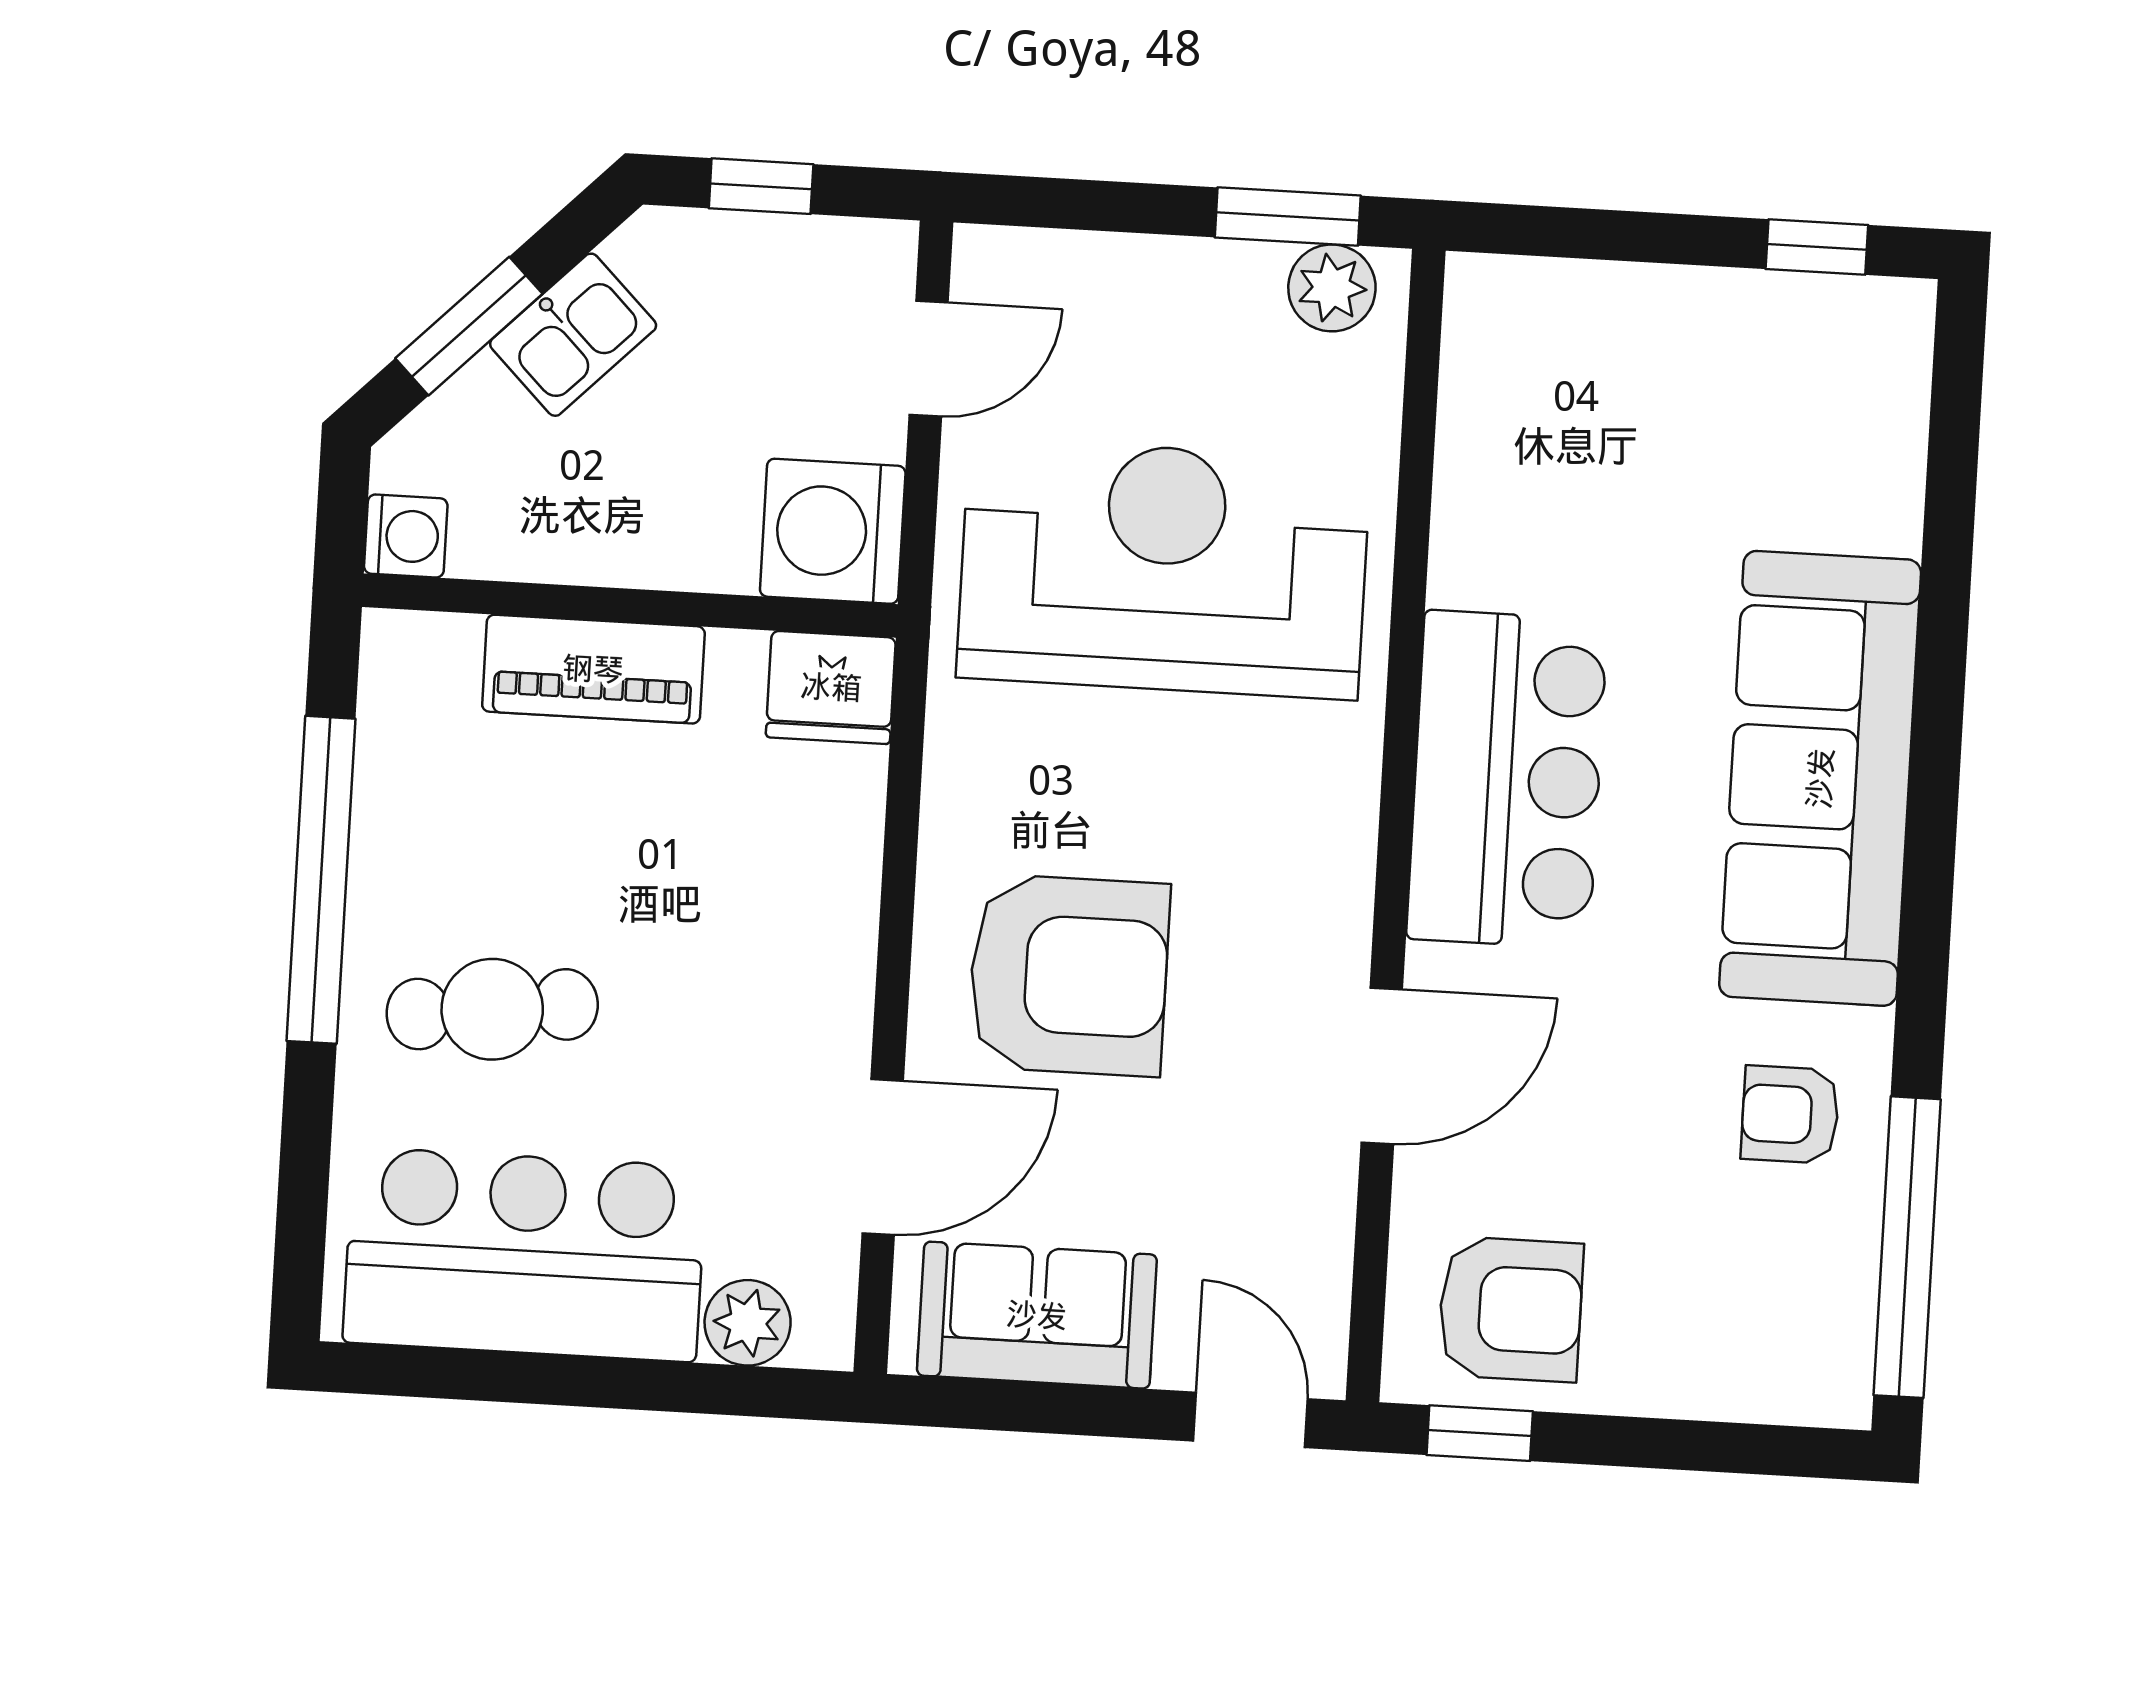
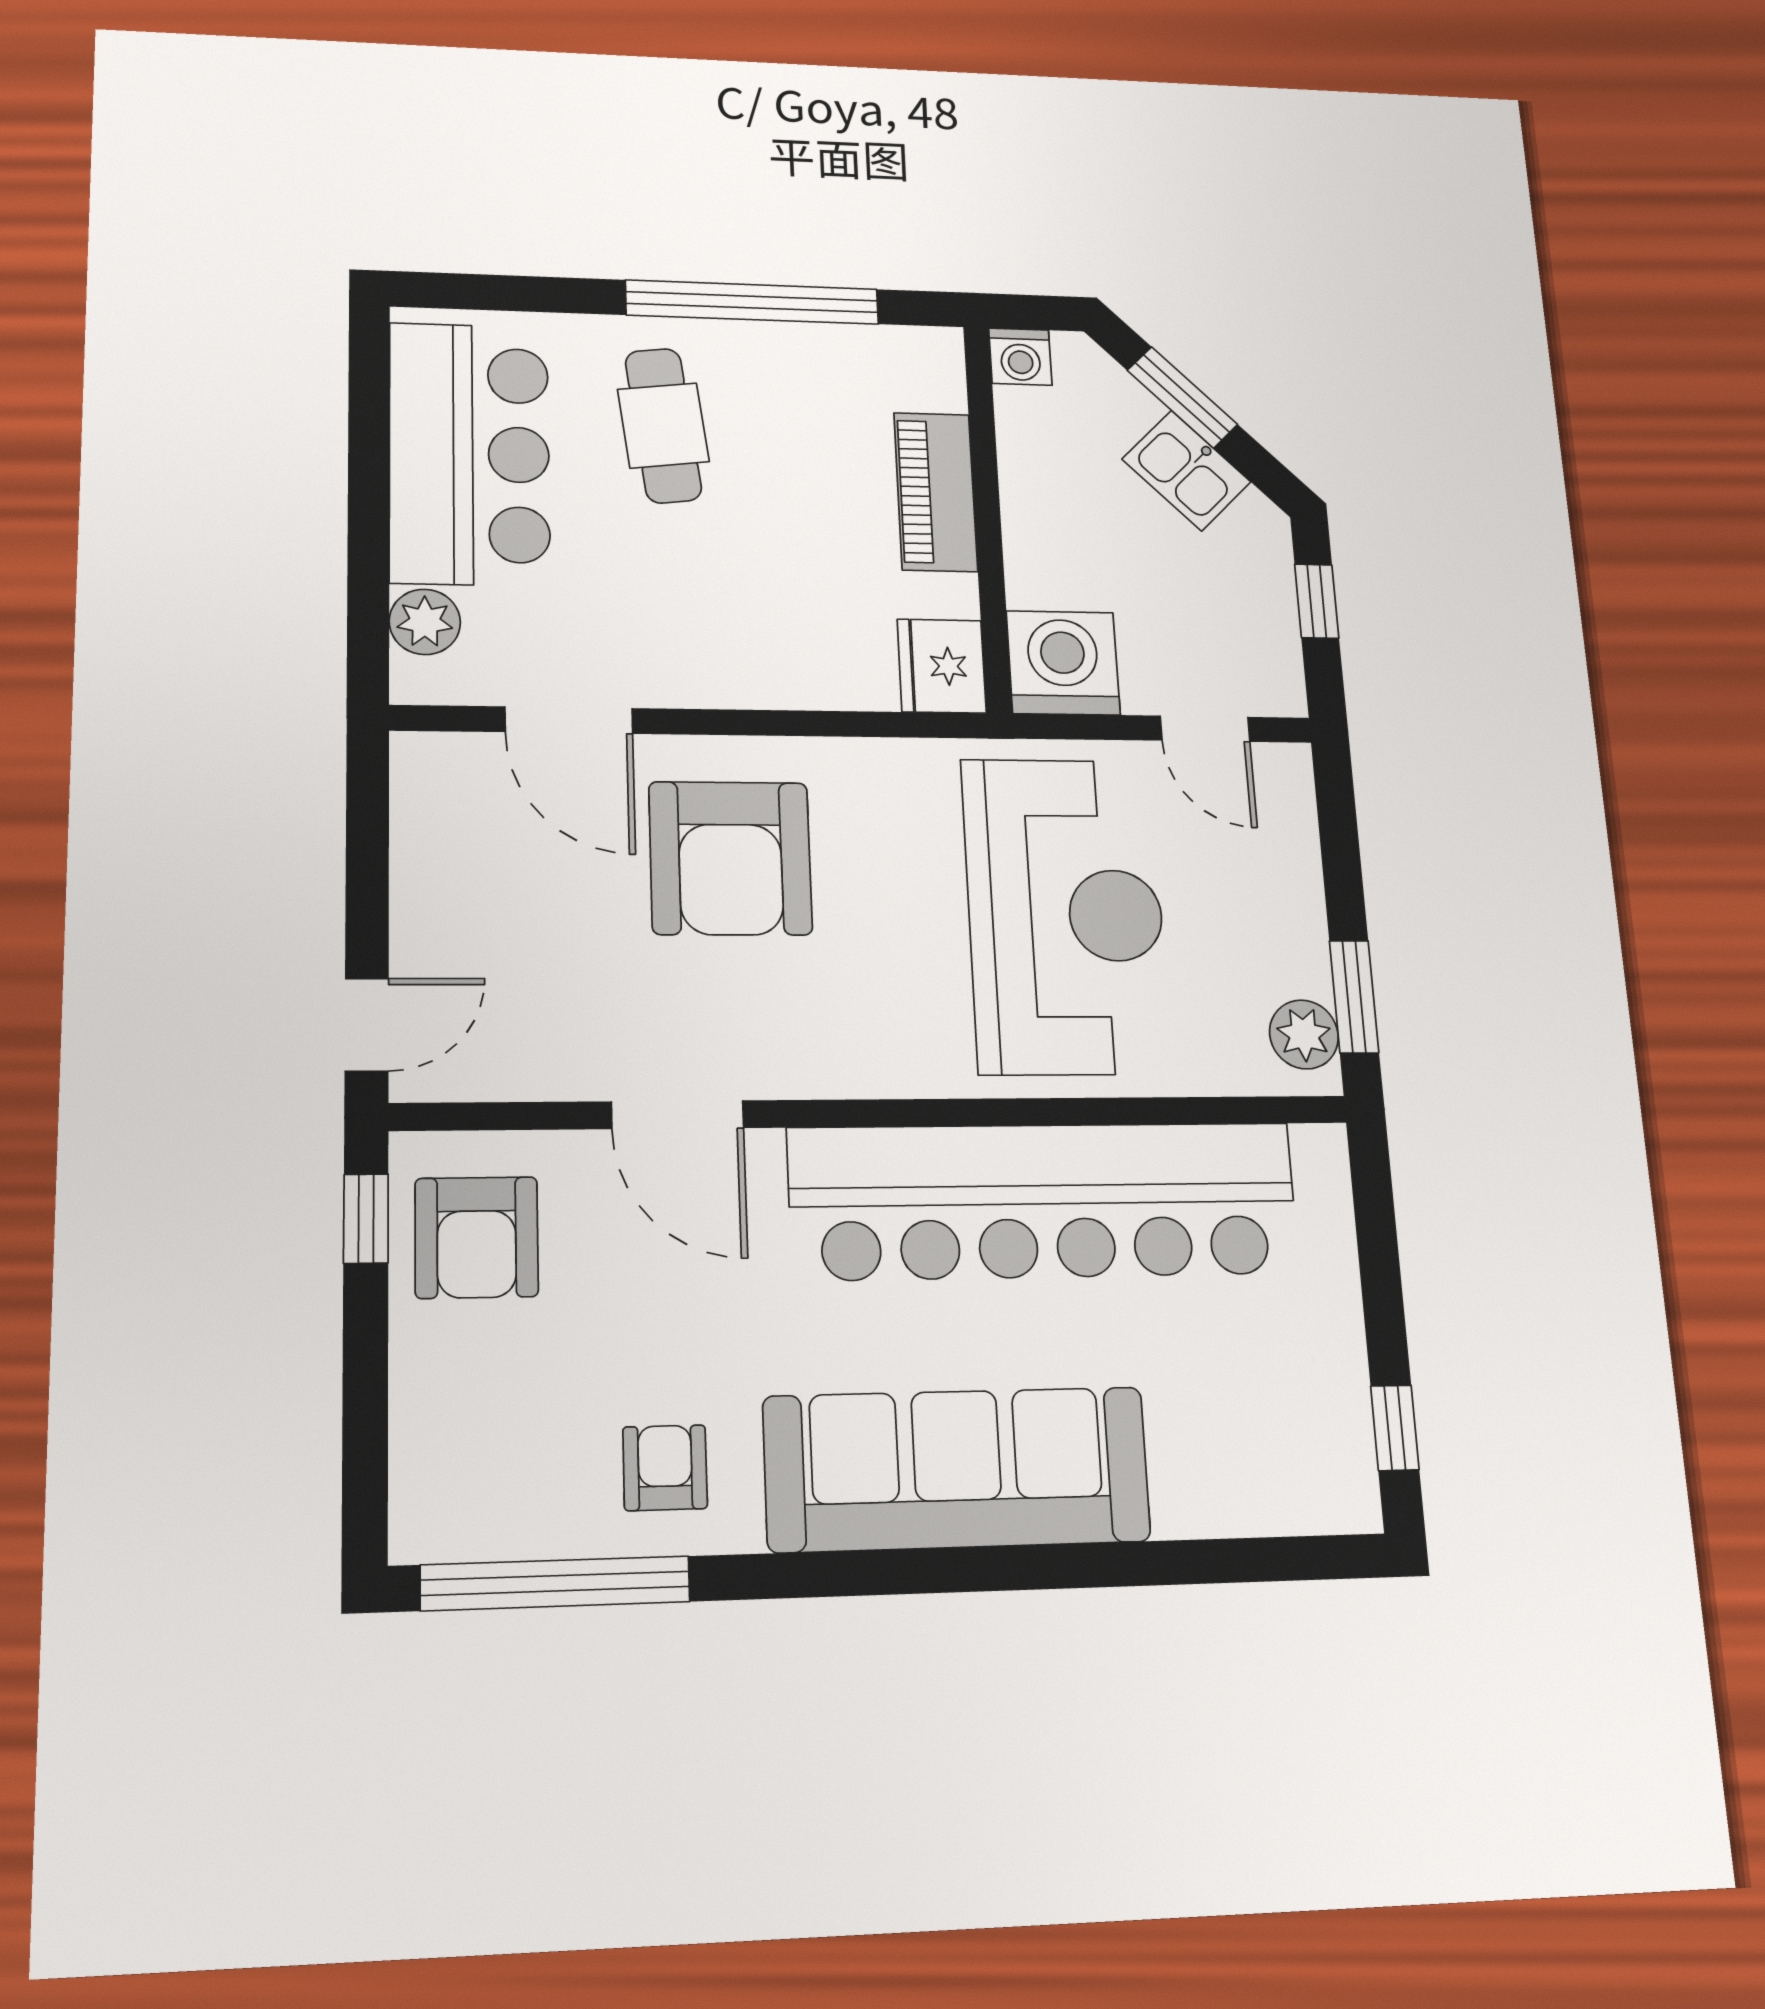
bar counter: (1507, 779) -> (1045, 1201), width x1.86
sofa: (1037, 1315) -> (446, 847), removed

